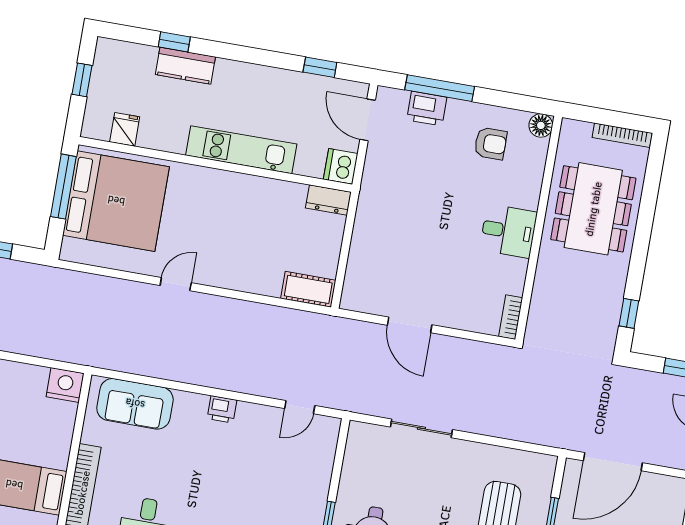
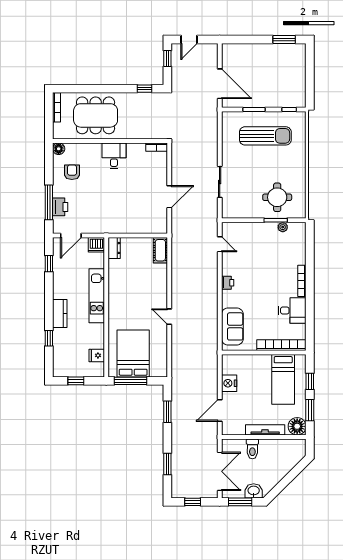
kitchen counter: (185, 66) -> (60, 313), moved
bed: (116, 201) -> (133, 354), width x0.73
nightstand: (65, 385) -> (229, 383), moved

